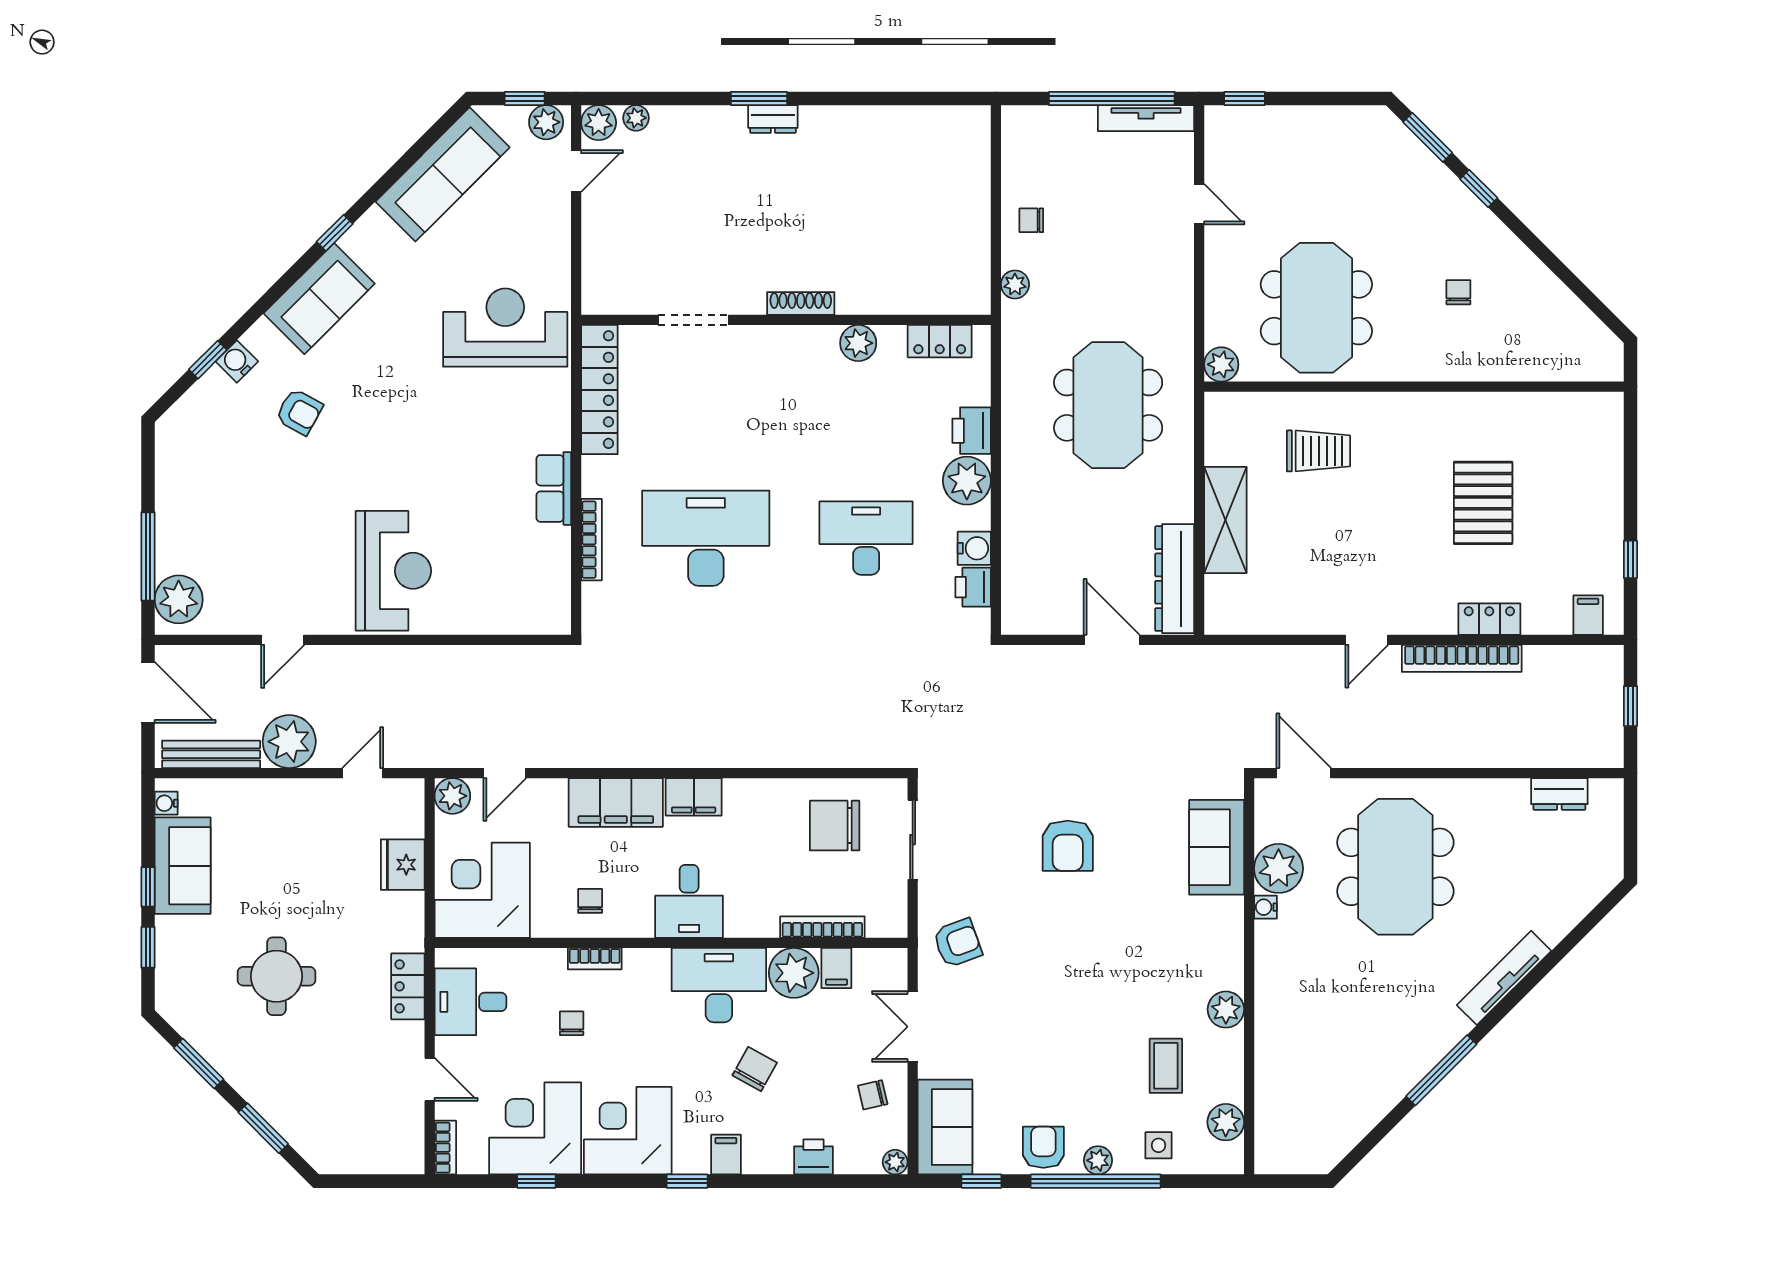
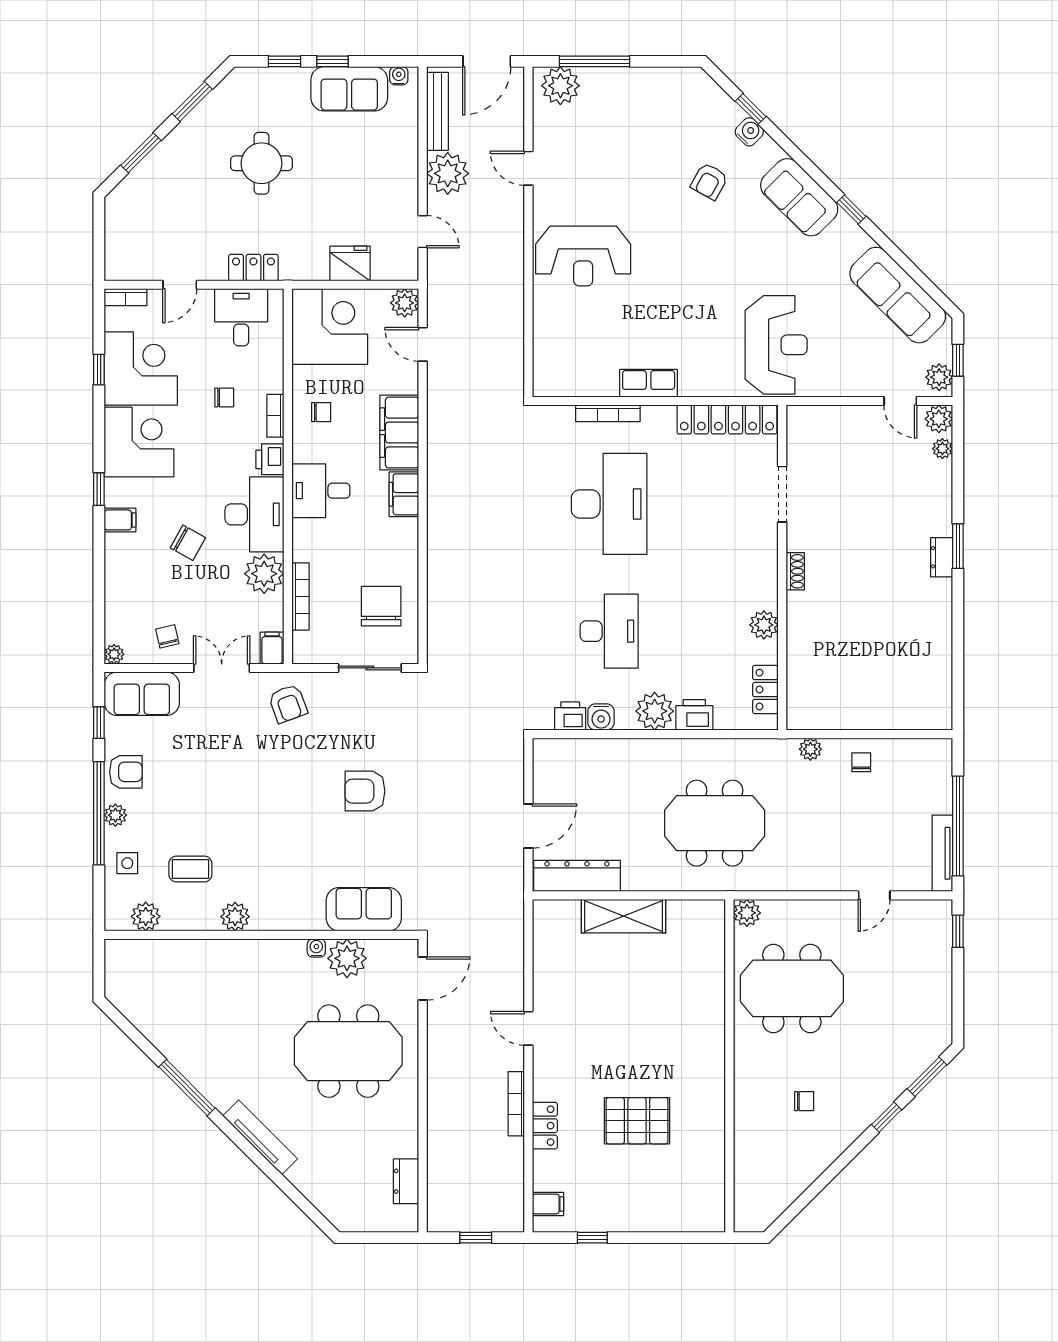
shoe rack: (801, 304) -> (795, 571), width x0.70
trolley: (1318, 451) -> (678, 990), removed
bookcase: (1462, 658) -> (516, 1104), width x0.68, depth x0.76
filing cabinet: (836, 968) -> (272, 648), moved, turned 90
printer: (813, 1157) -> (270, 459), moved, turned 180

